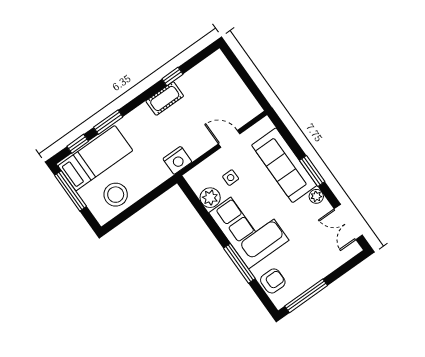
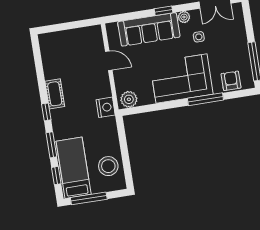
window: (172, 76) -> (46, 112), moved
door: (229, 139) -> (109, 61), swing flipped
window: (312, 171) -> (163, 11), width x0.67
side table: (231, 178) -> (199, 37), moved
plant: (210, 198) -> (129, 99), moved

